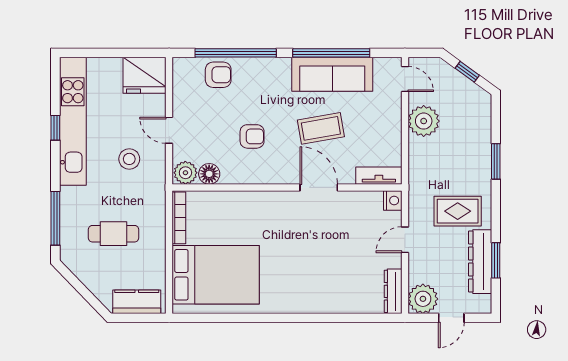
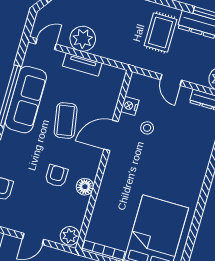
floor lamp: (209, 174) -> (85, 187), moved
tv unit: (379, 176) -> (82, 64), moved, turned -90
nightstand: (393, 201) -> (130, 106), moved, turned -90
stool: (340, 228) -> (147, 128), added

